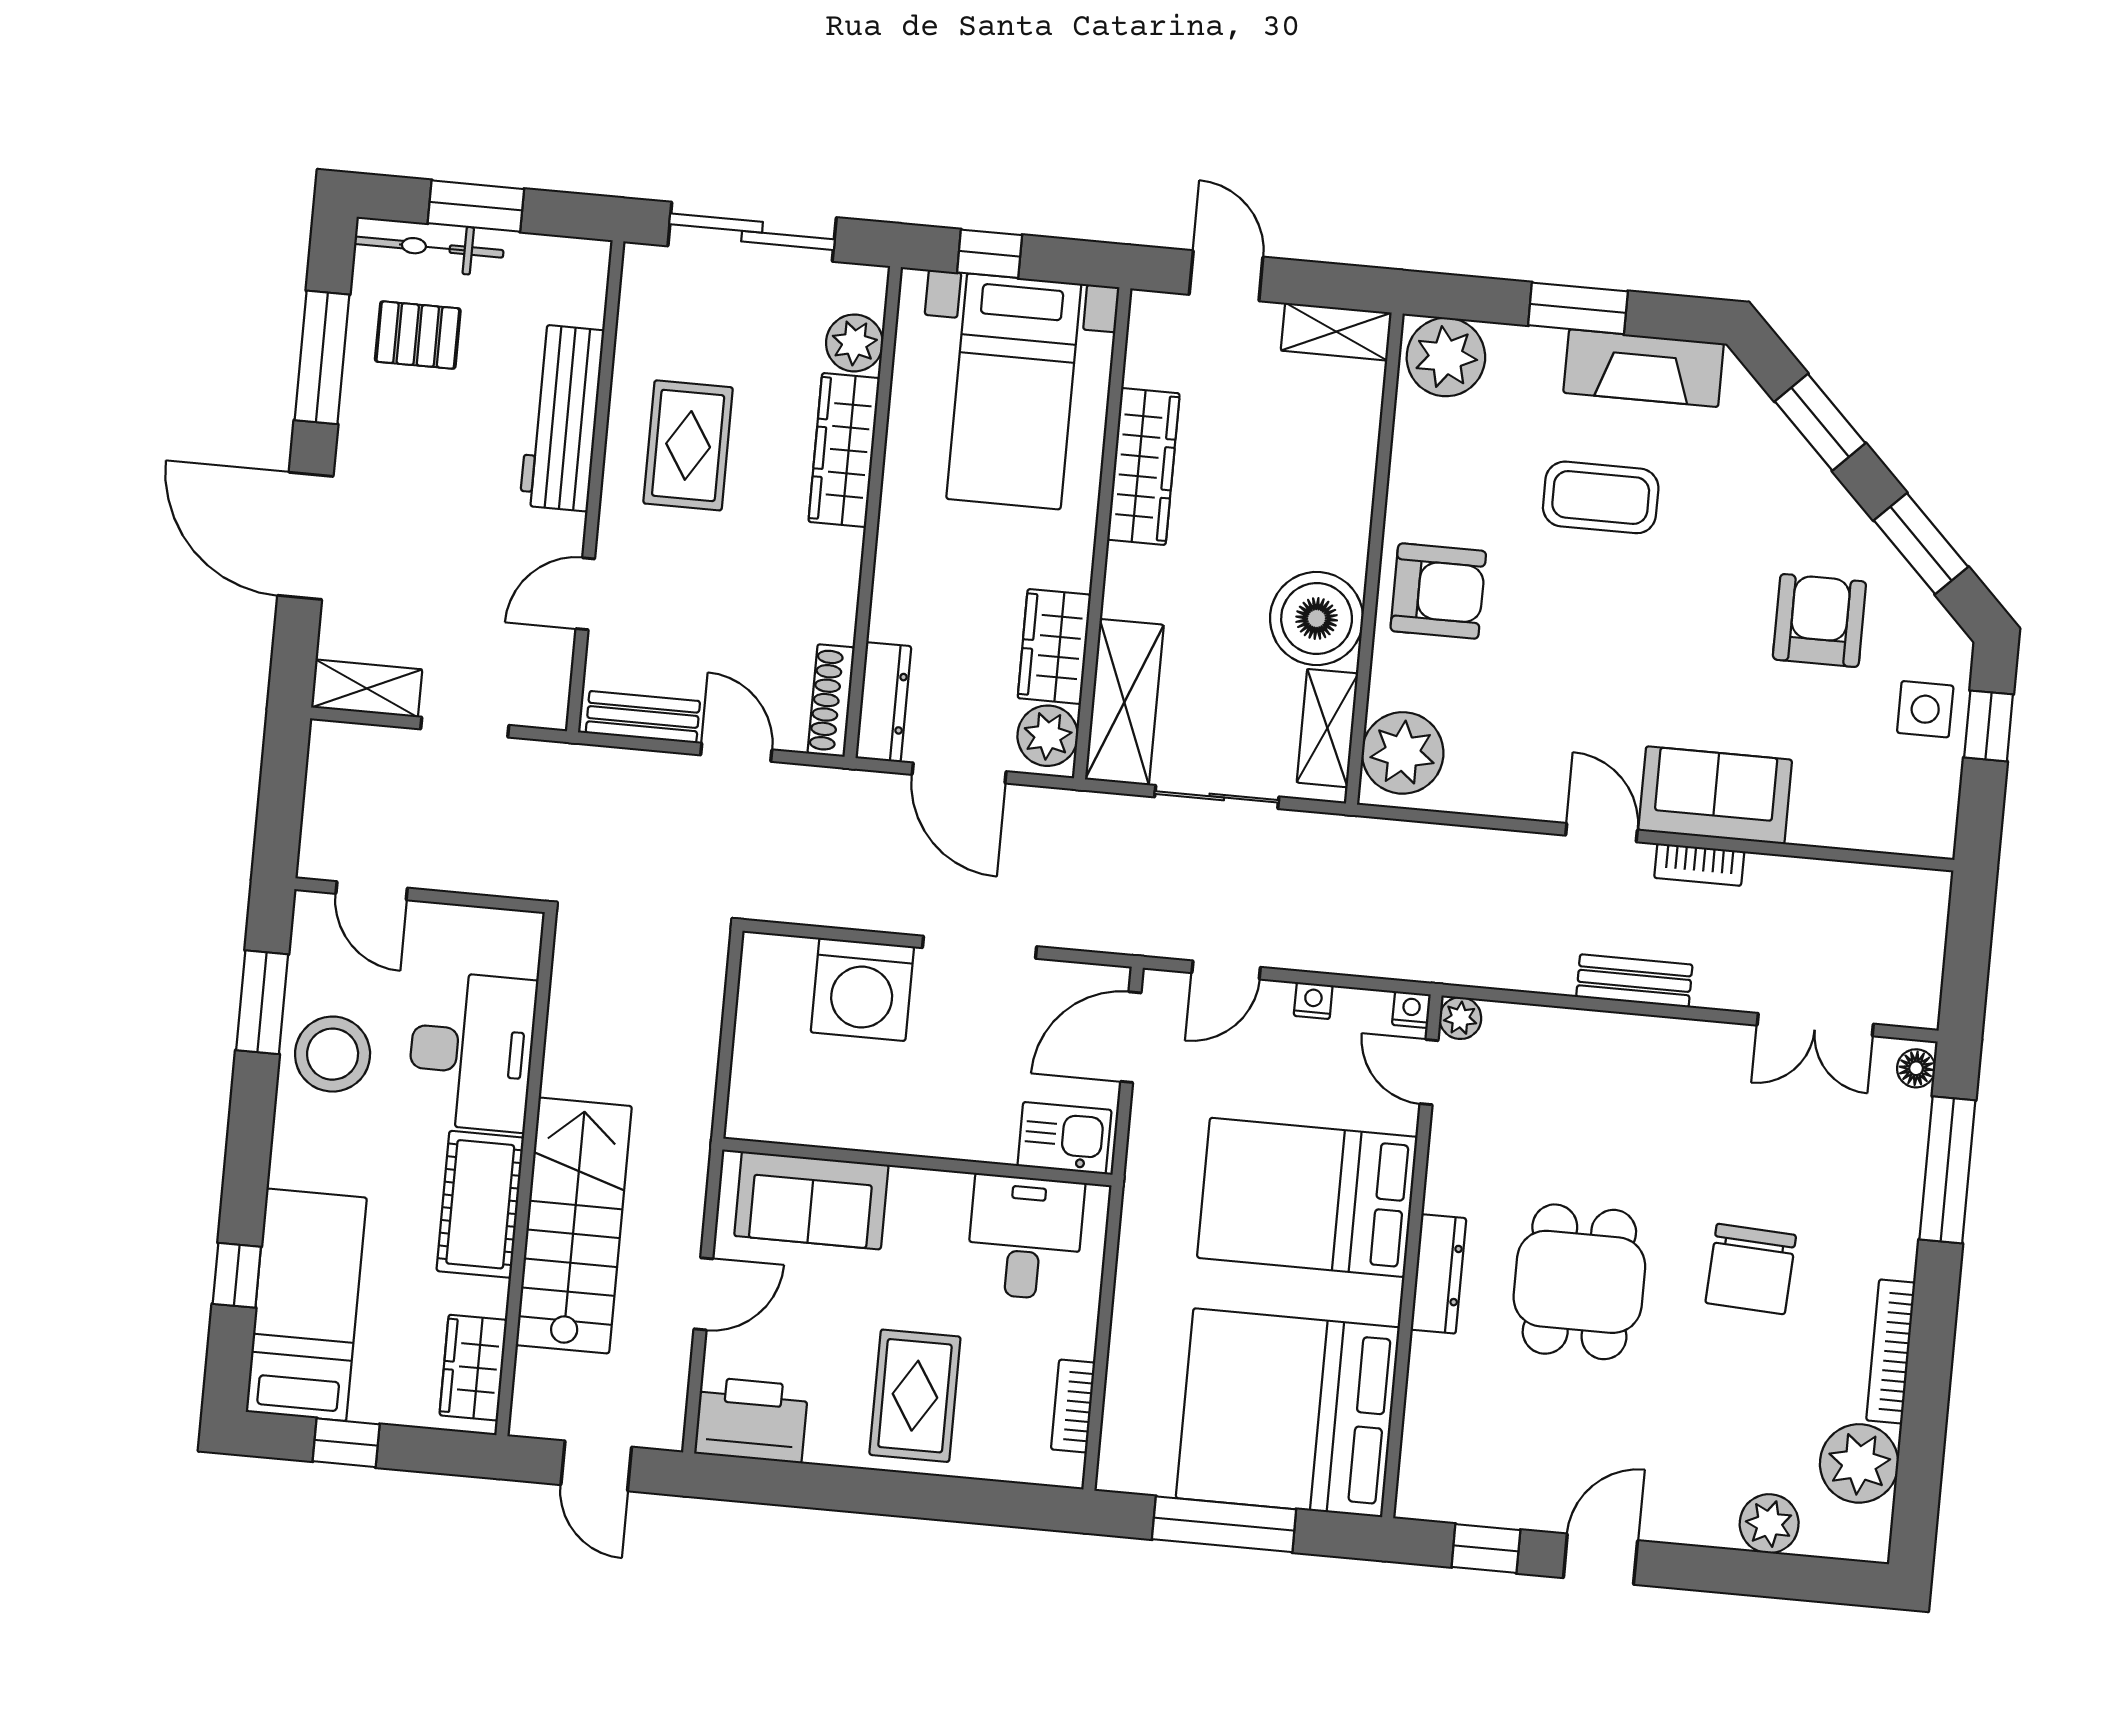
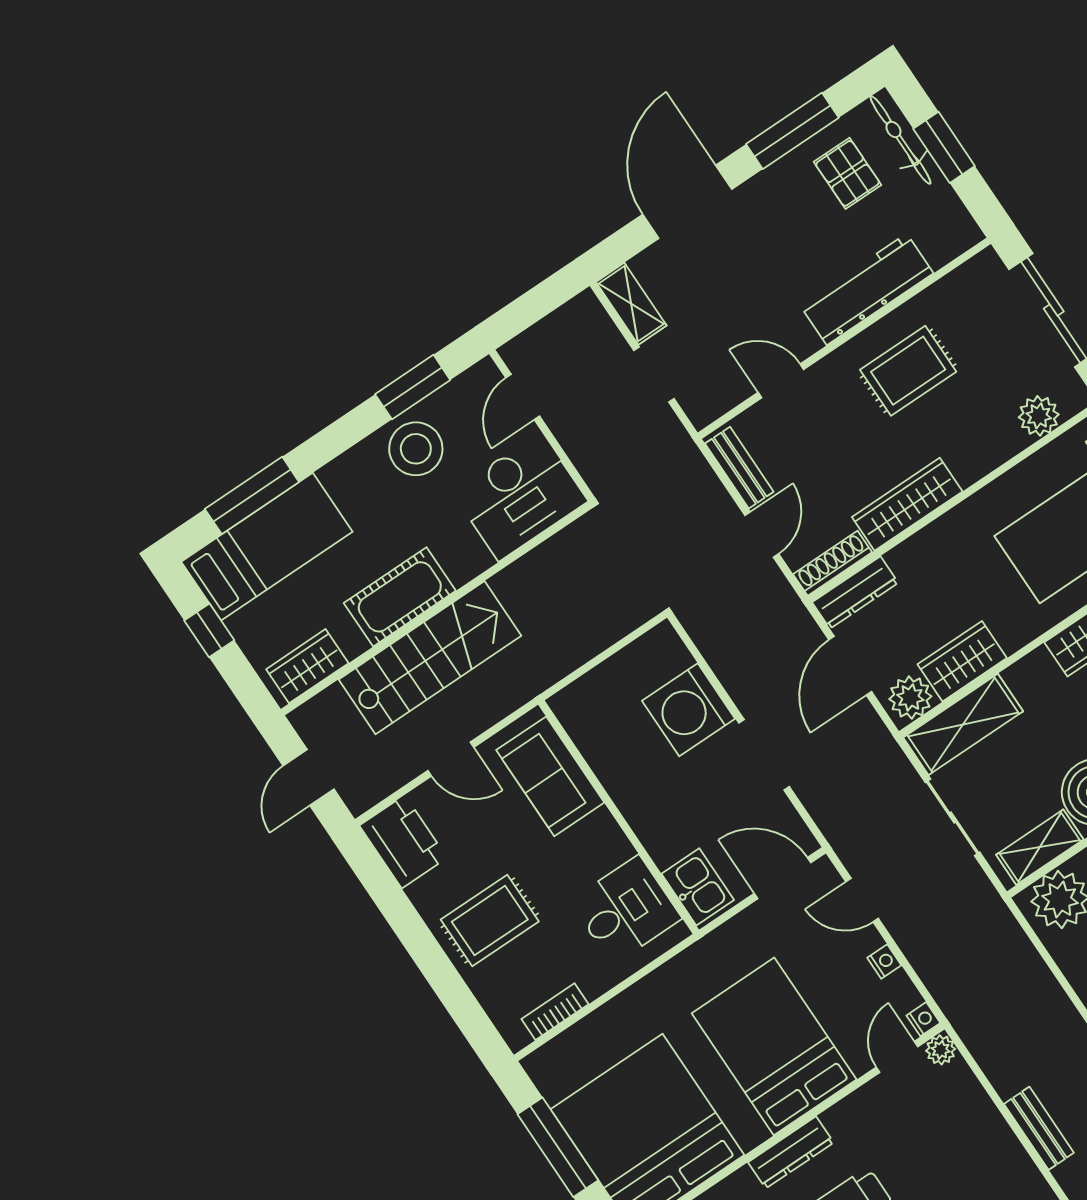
wardrobe: (844, 450) -> (907, 504), moved
desk: (472, 1051) -> (520, 496), moved
window: (237, 1275) -> (252, 495), width x2.17

